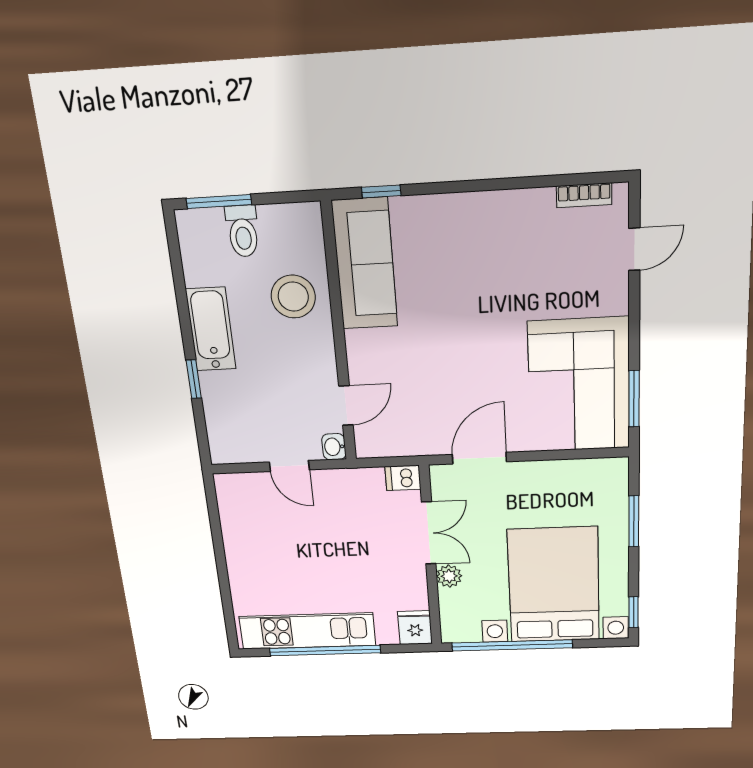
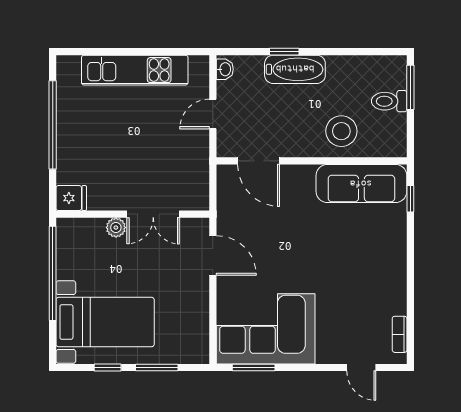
bathtub: (211, 329) -> (295, 69), moved
door: (346, 406) -> (259, 161), width x1.38
washbasin: (334, 447) -> (225, 69), moved, turned 90
dishwasher: (403, 478) -> (200, 198), removed
bed with nightstands: (554, 585) -> (105, 322), width x0.73
window: (634, 612) -> (108, 368), moved
kitchen unit: (307, 631) -> (135, 70), moved, turned 90

